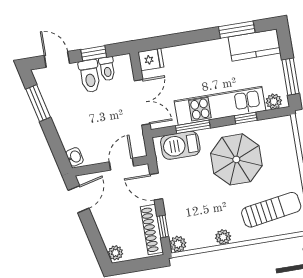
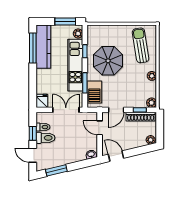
window: (237, 30) -> (33, 48), width x1.44
kitchen counter: (254, 45) -> (43, 47), width x1.50
door: (57, 59) -> (33, 155), hinge flipped

